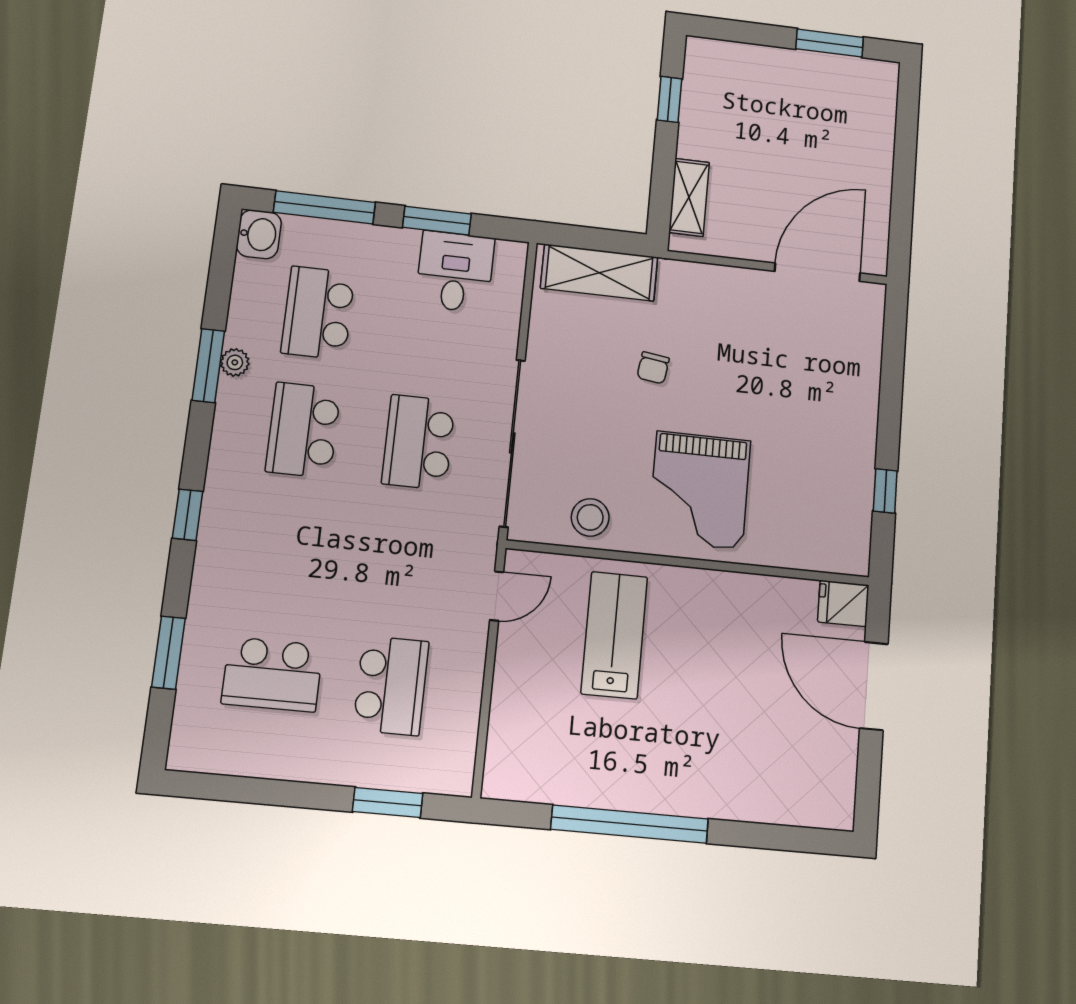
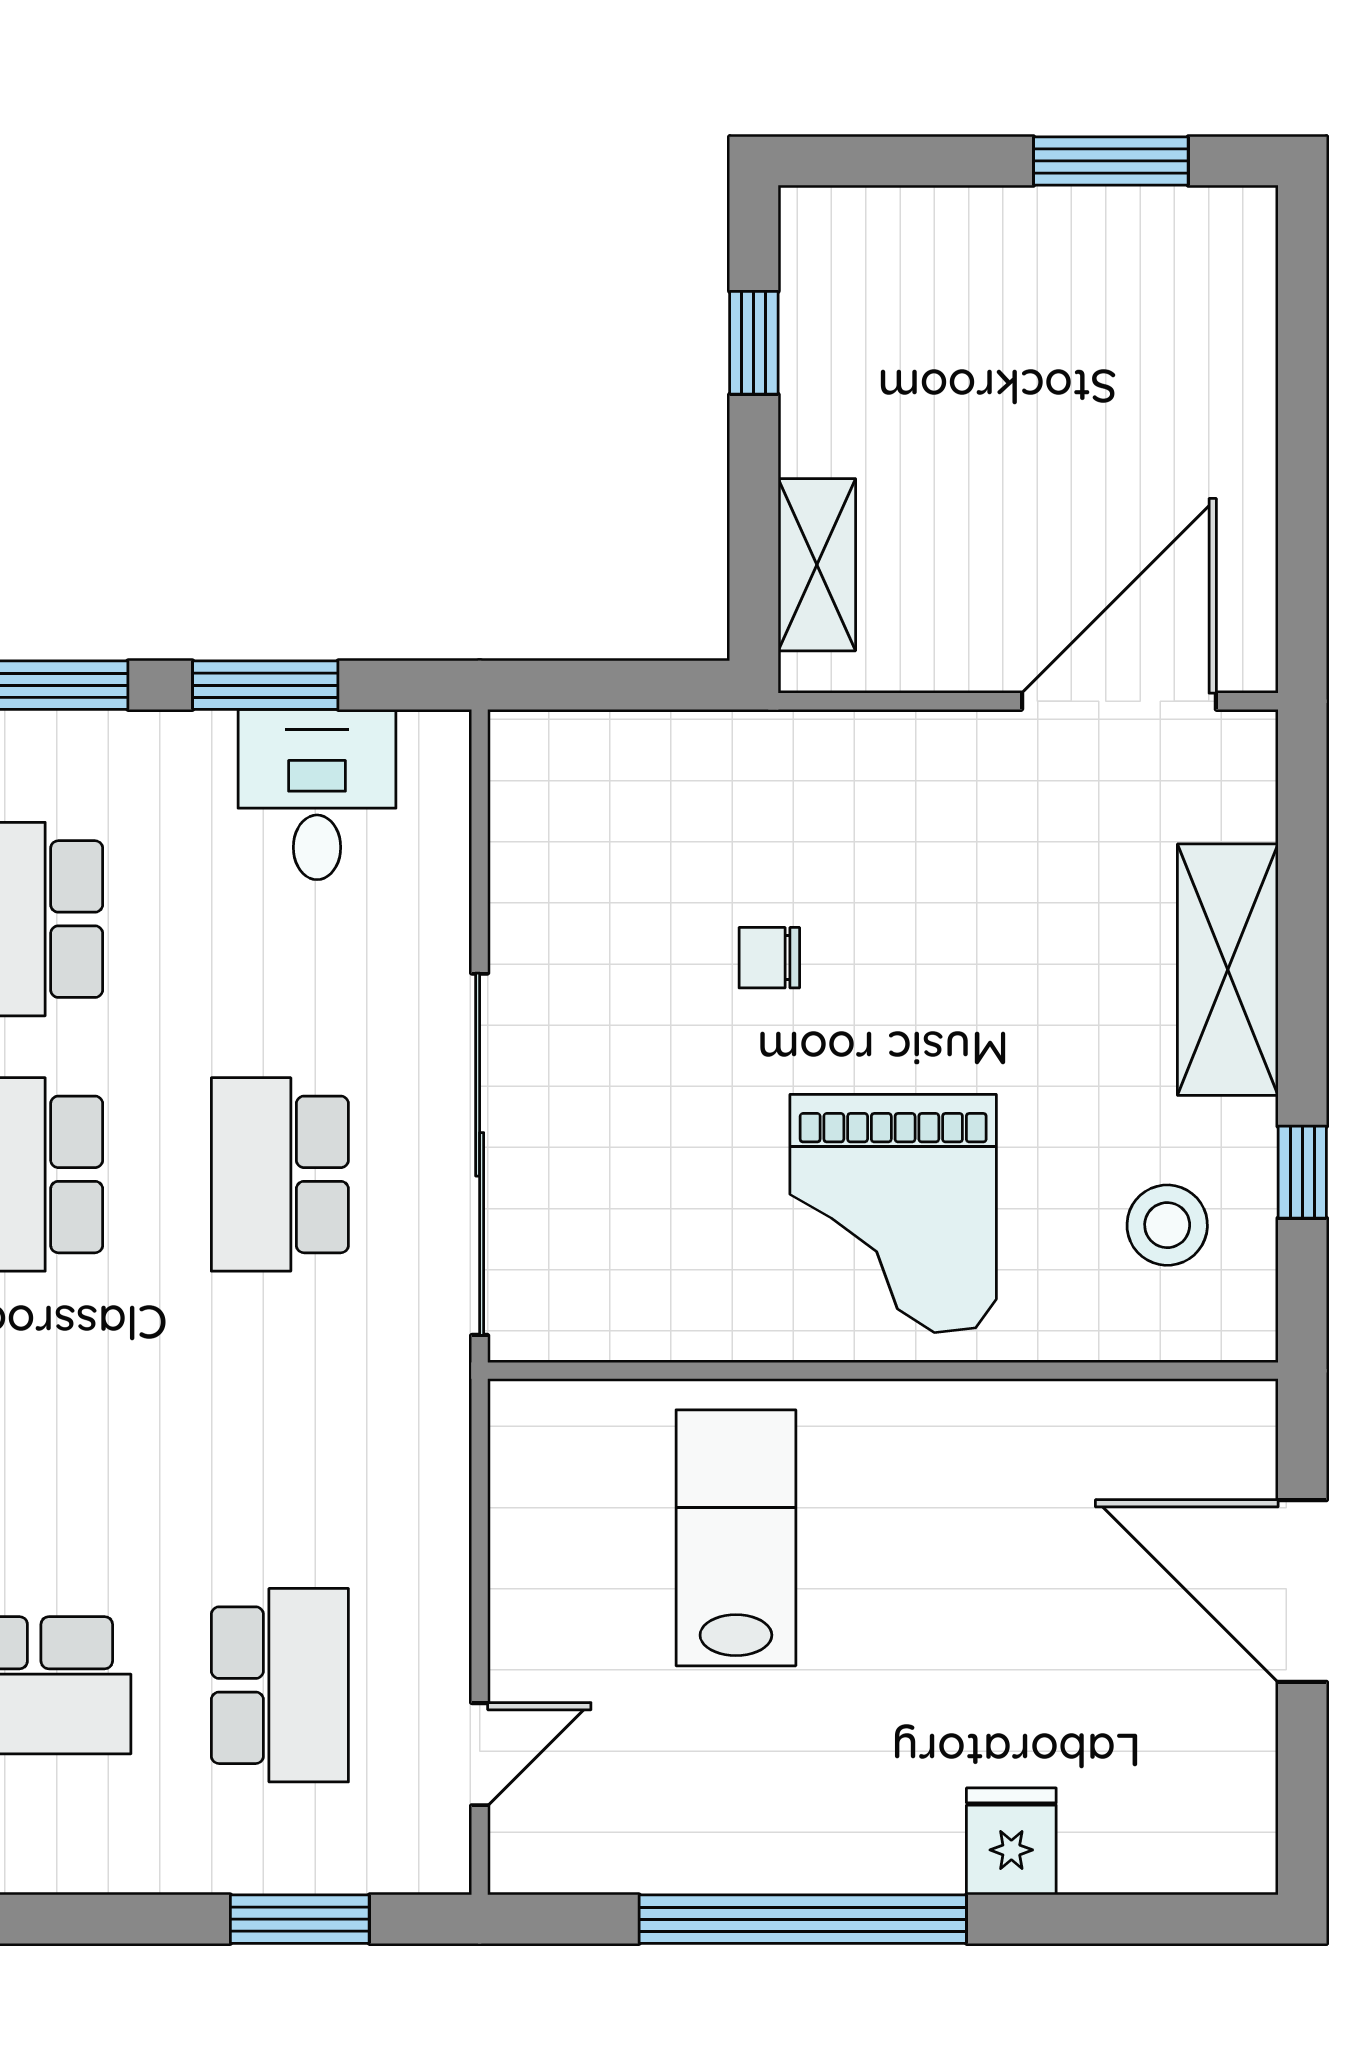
shelving: (599, 273) -> (1228, 970), moved, turned 90
chair: (653, 368) -> (769, 958), turned 82
stool: (590, 517) -> (1167, 1225), moved
door: (497, 596) -> (480, 1754), moved
fridge: (843, 603) -> (1011, 1841), moved, turned 90

